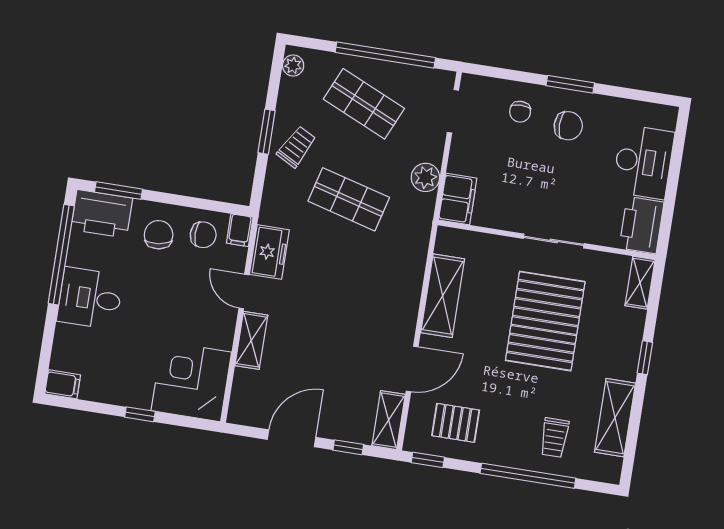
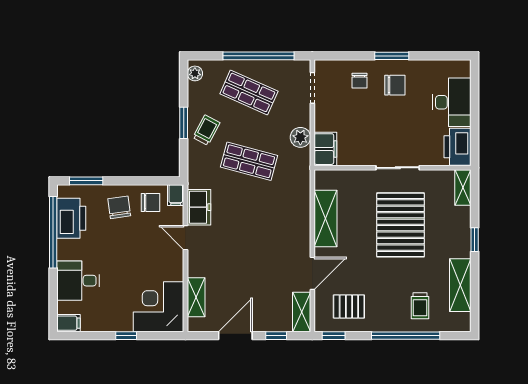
printer: (102, 214) -> (71, 218), moved, turned -90
desk: (90, 298) -> (78, 281), moved
shelving: (251, 340) -> (196, 297), moved

